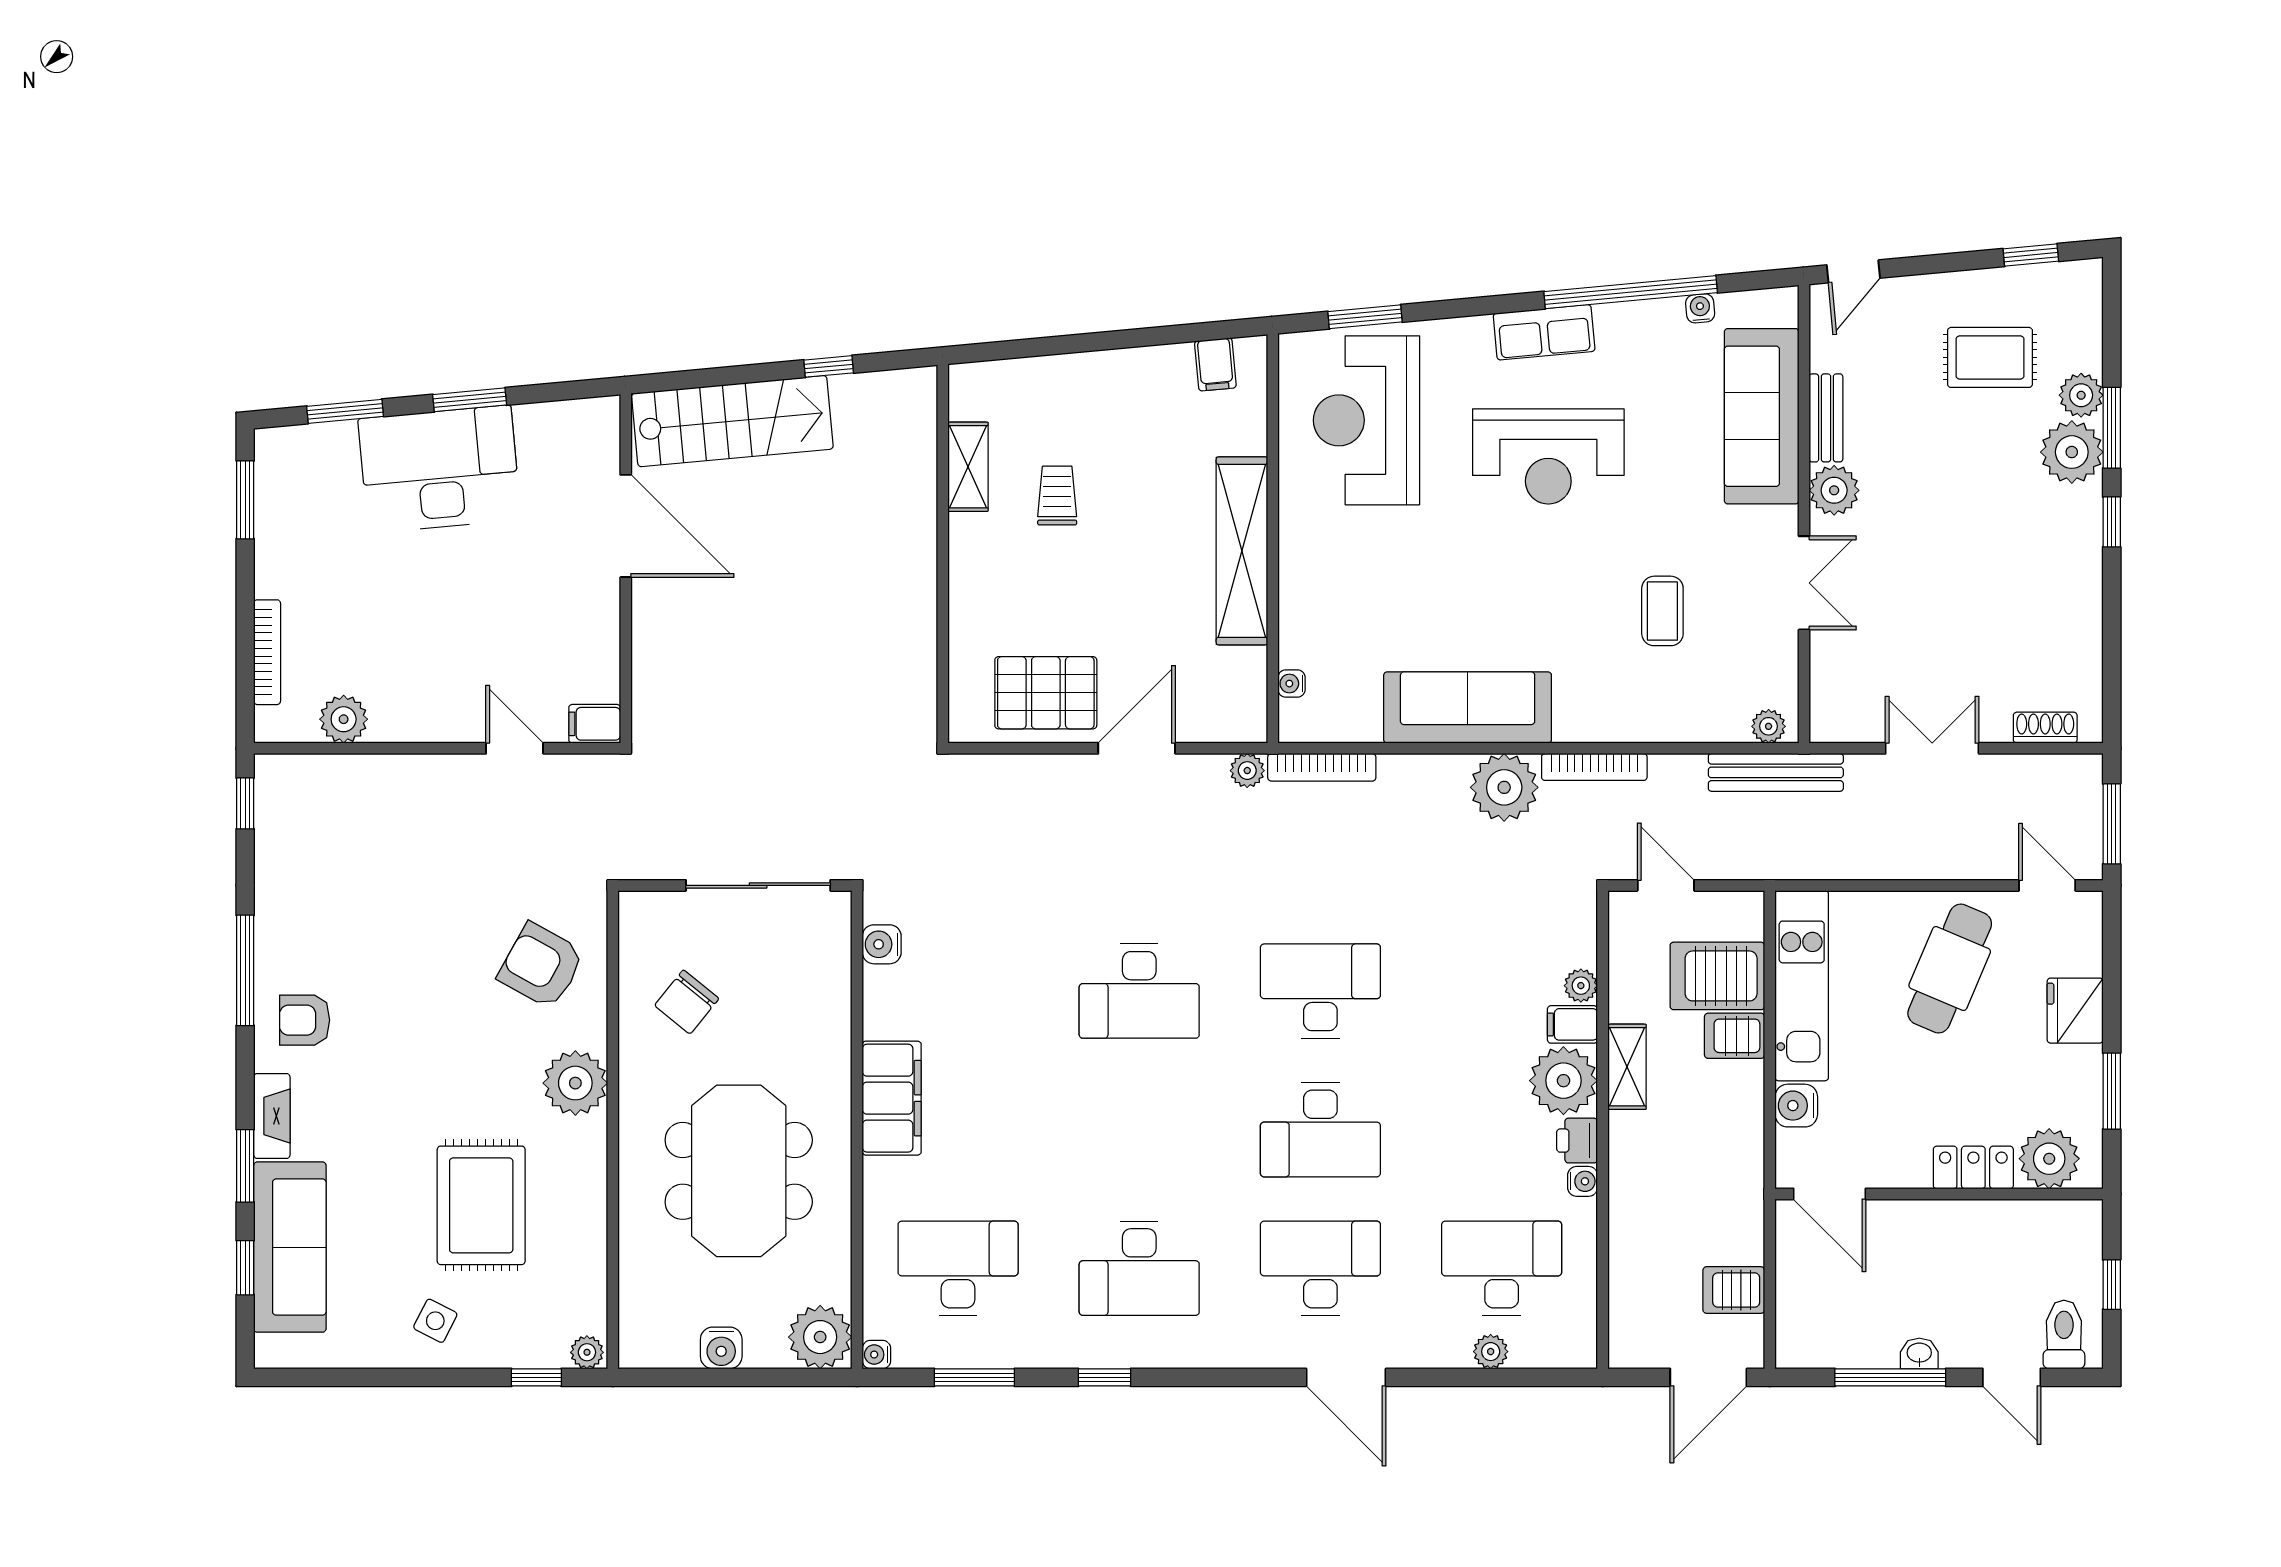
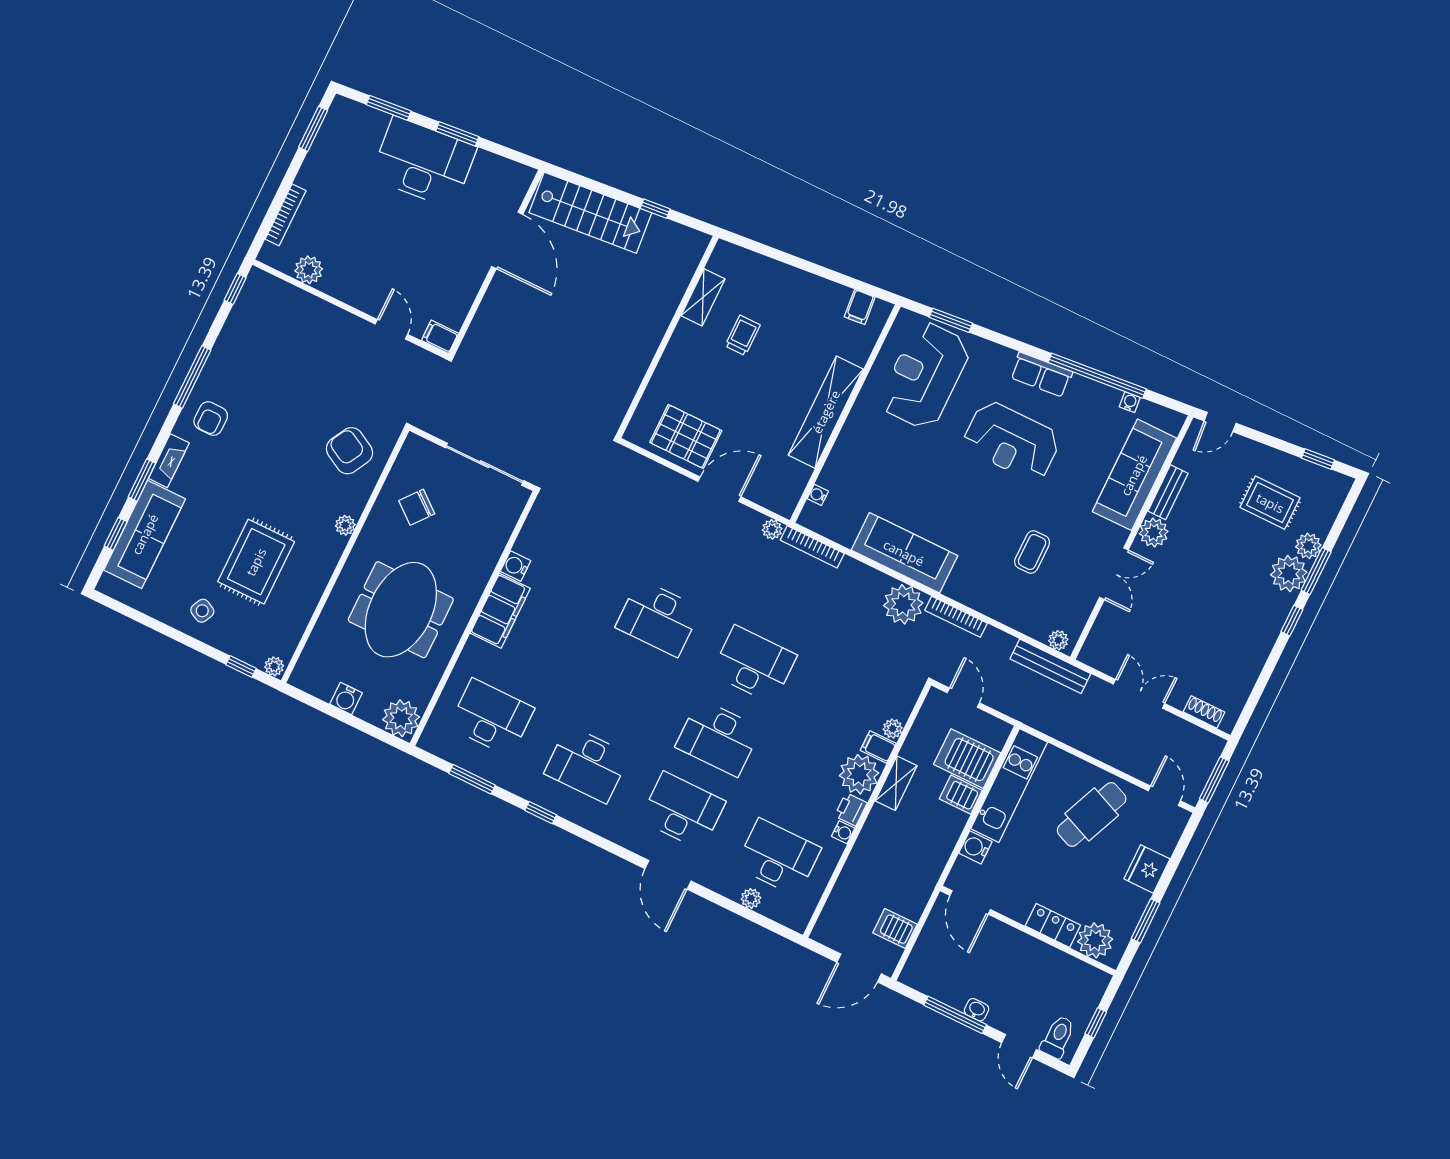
water cooler: (882, 944) -> (516, 566), moved
armchair: (305, 1020) -> (211, 419), turned -90
plant: (575, 1083) -> (345, 525), width x0.53, depth x0.53
water cooler: (876, 1355) -> (426, 742), removed

